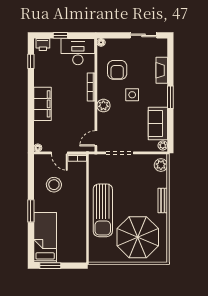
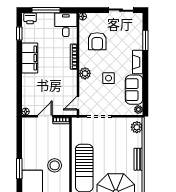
window: (60, 35) -> (46, 10), width x2.17
desk: (78, 52) -> (66, 25), width x0.73
fireplace: (162, 70) -> (138, 62), moved
side table: (132, 95) -> (109, 78), moved
window: (170, 97) -> (145, 40), moved
filing cabinet: (42, 104) -> (30, 58), moved
door: (59, 153) -> (45, 116), swing flipped
stool: (54, 185) -> (55, 165), moved

